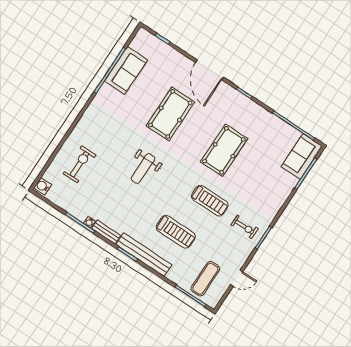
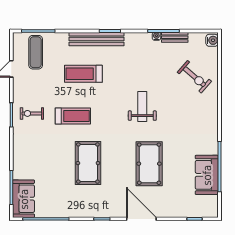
exercise bike: (80, 164) -> (194, 77), turned -49
treadmill: (210, 201) -> (73, 116), turned 180
bench: (106, 232) -> (175, 37), moved

